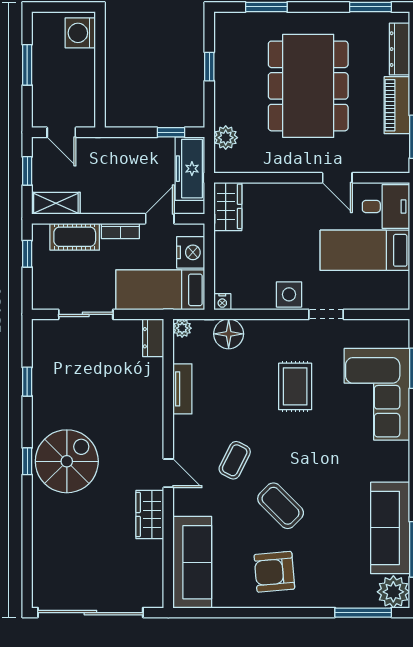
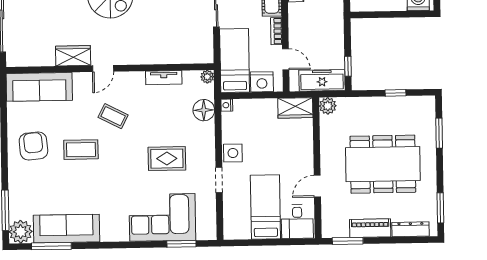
plant: (226, 138) -> (328, 106), moved
dresser: (153, 338) -> (200, 56), removed
coffee table: (281, 506) -> (81, 150), turned 45

